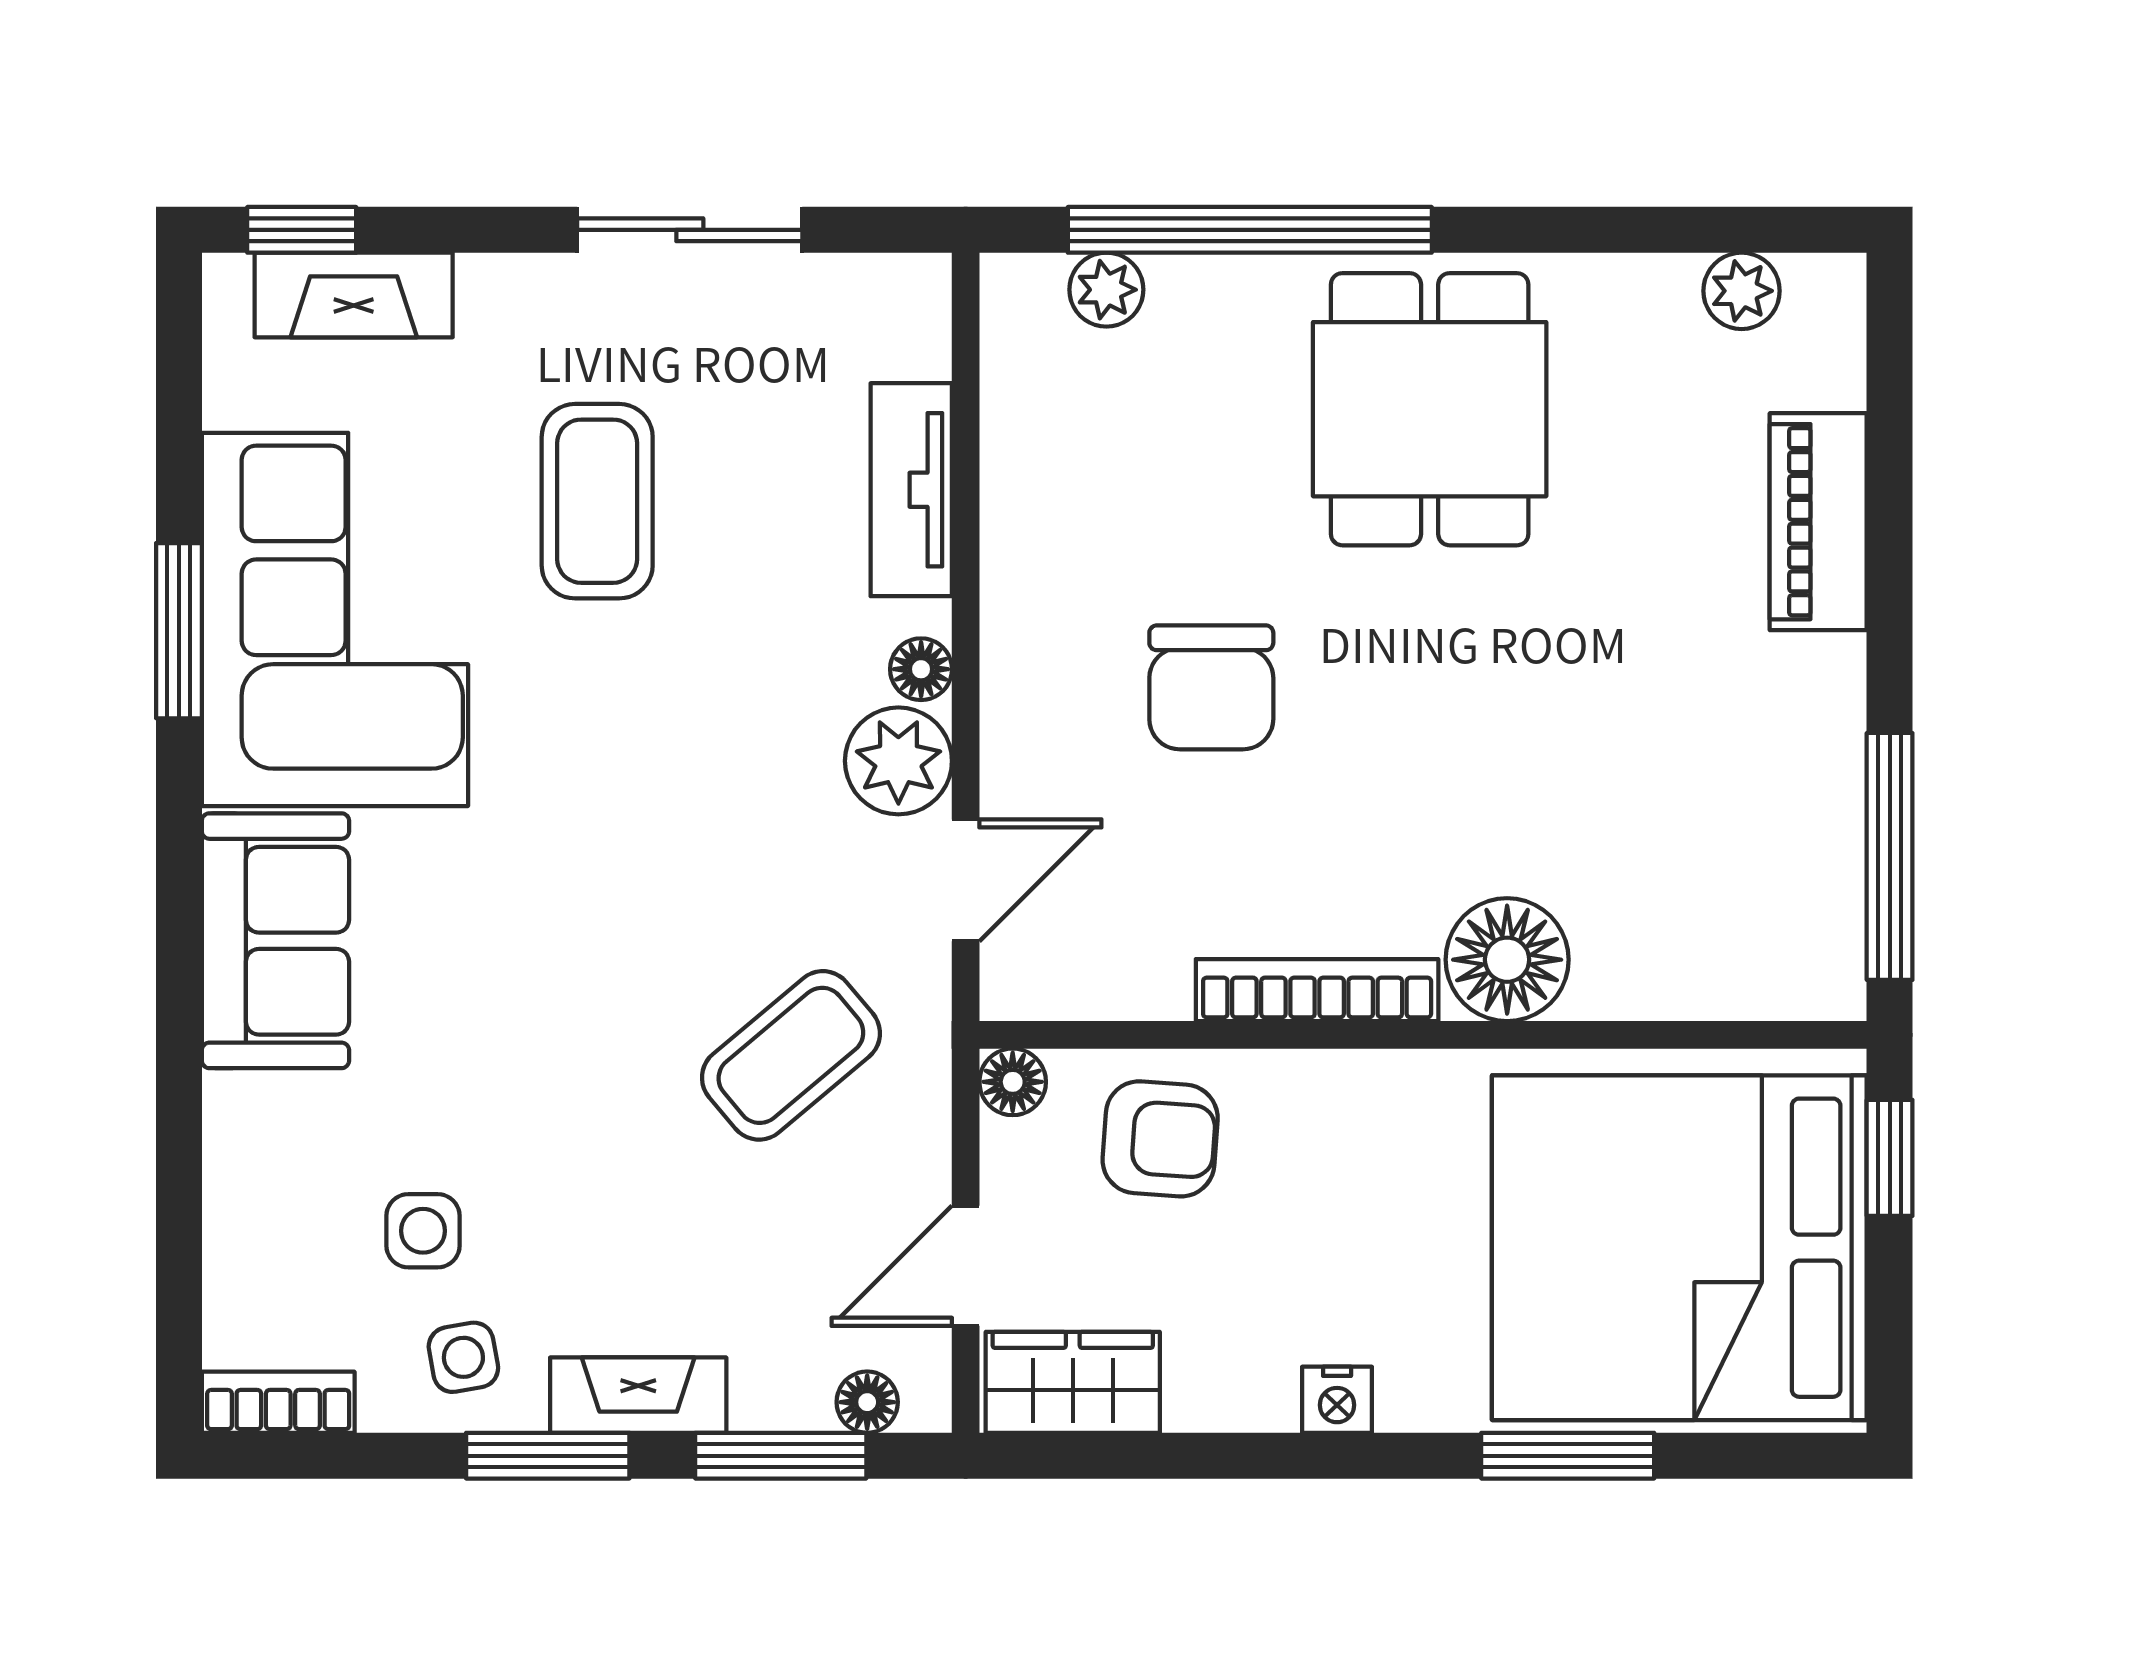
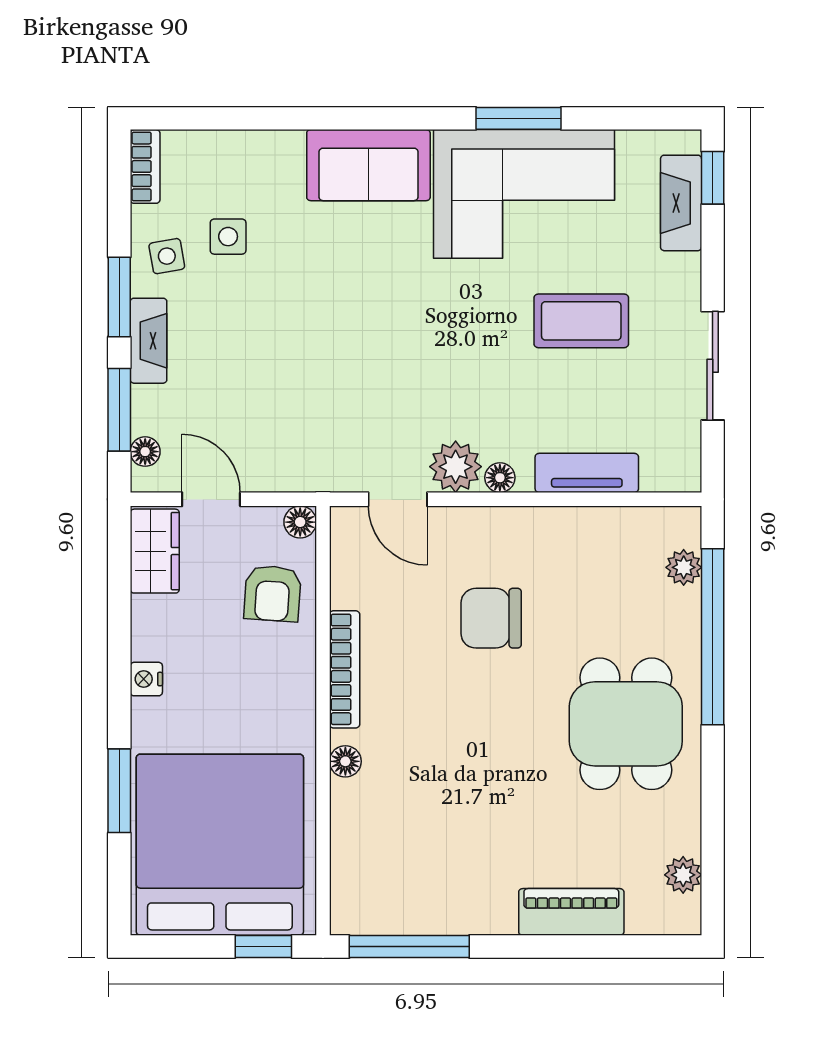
dining table: (1430, 409) -> (626, 724), turned 90
floor lamp: (1507, 960) -> (345, 761), width x0.53, depth x0.53
coffee table: (791, 1055) -> (313, 415), removed

